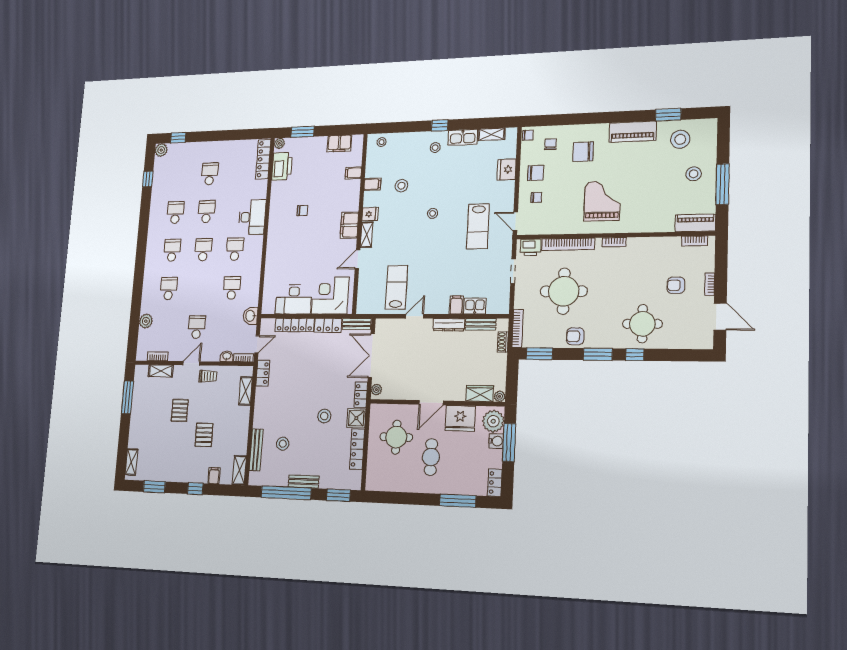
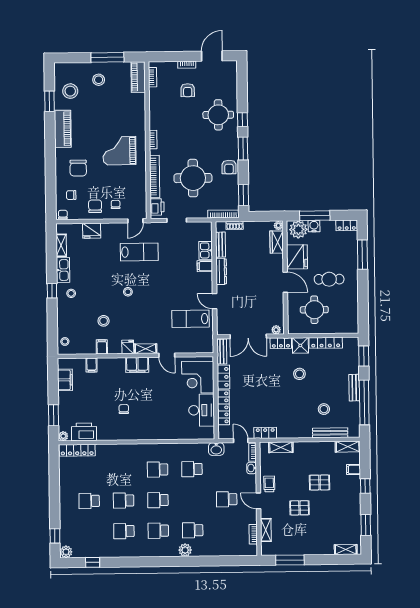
desk: (252, 217) -> (129, 456), removed
plant: (146, 321) -> (185, 550), moved

